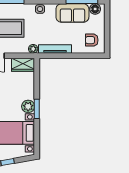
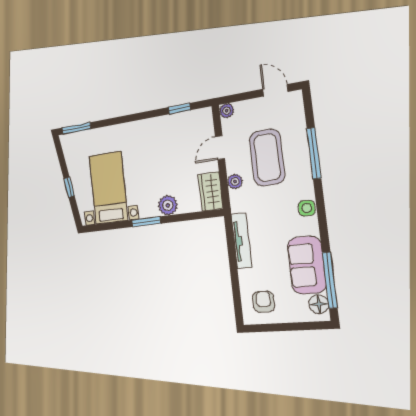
plant: (33, 49) -> (235, 181), moved
plant: (28, 106) -> (168, 205), moved

